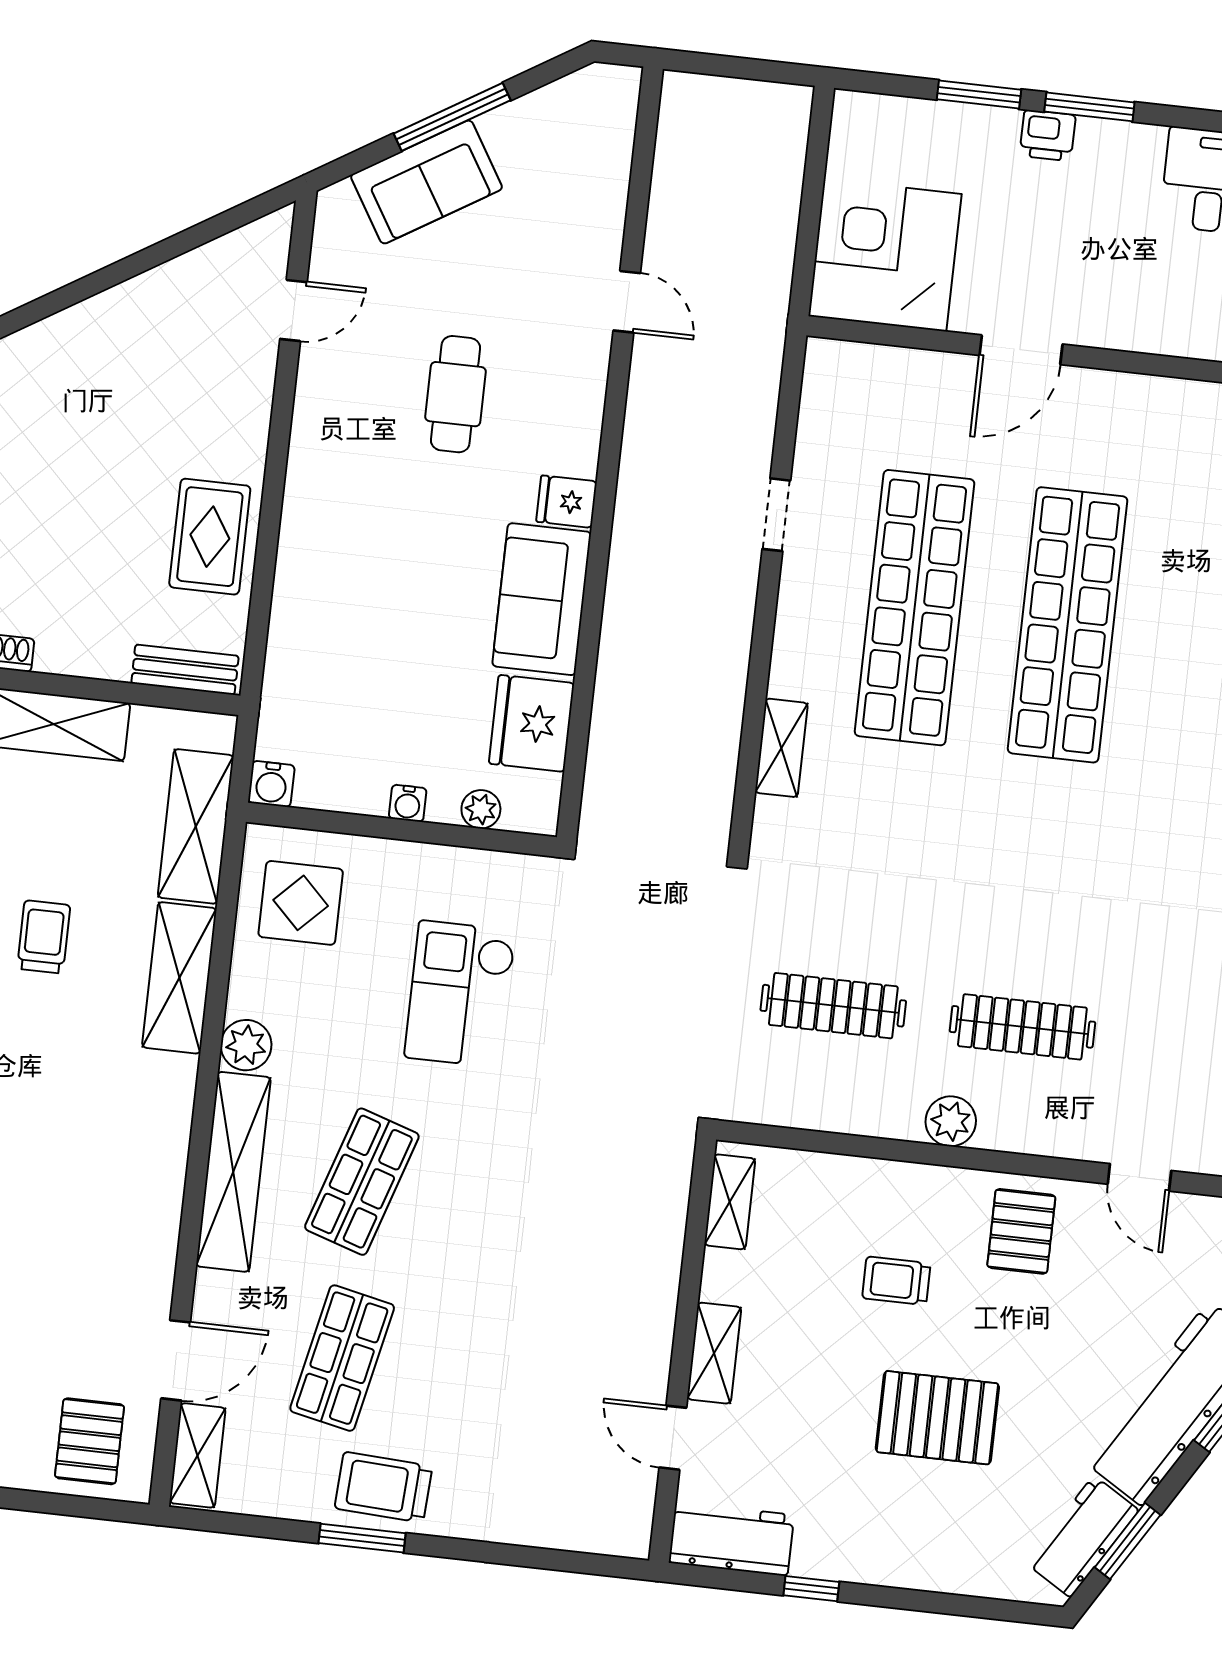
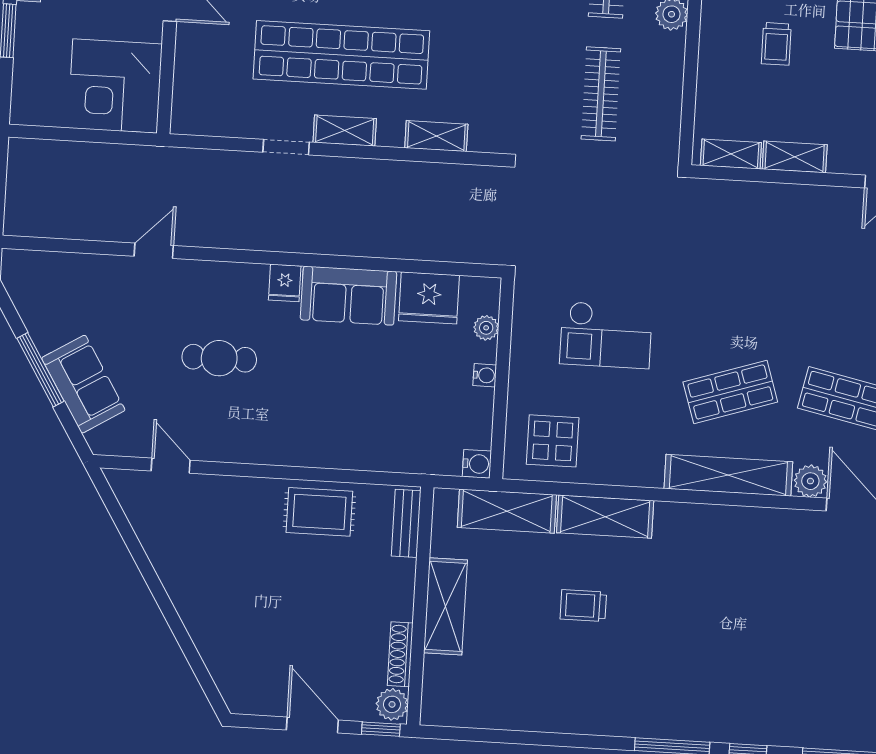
shelving: (797, 607) -> (345, 131), added
plant: (246, 1045) -> (810, 481), moved
shop shelf: (362, 1182) -> (730, 392), turned -36
shelving: (714, 1353) -> (795, 157), moved

